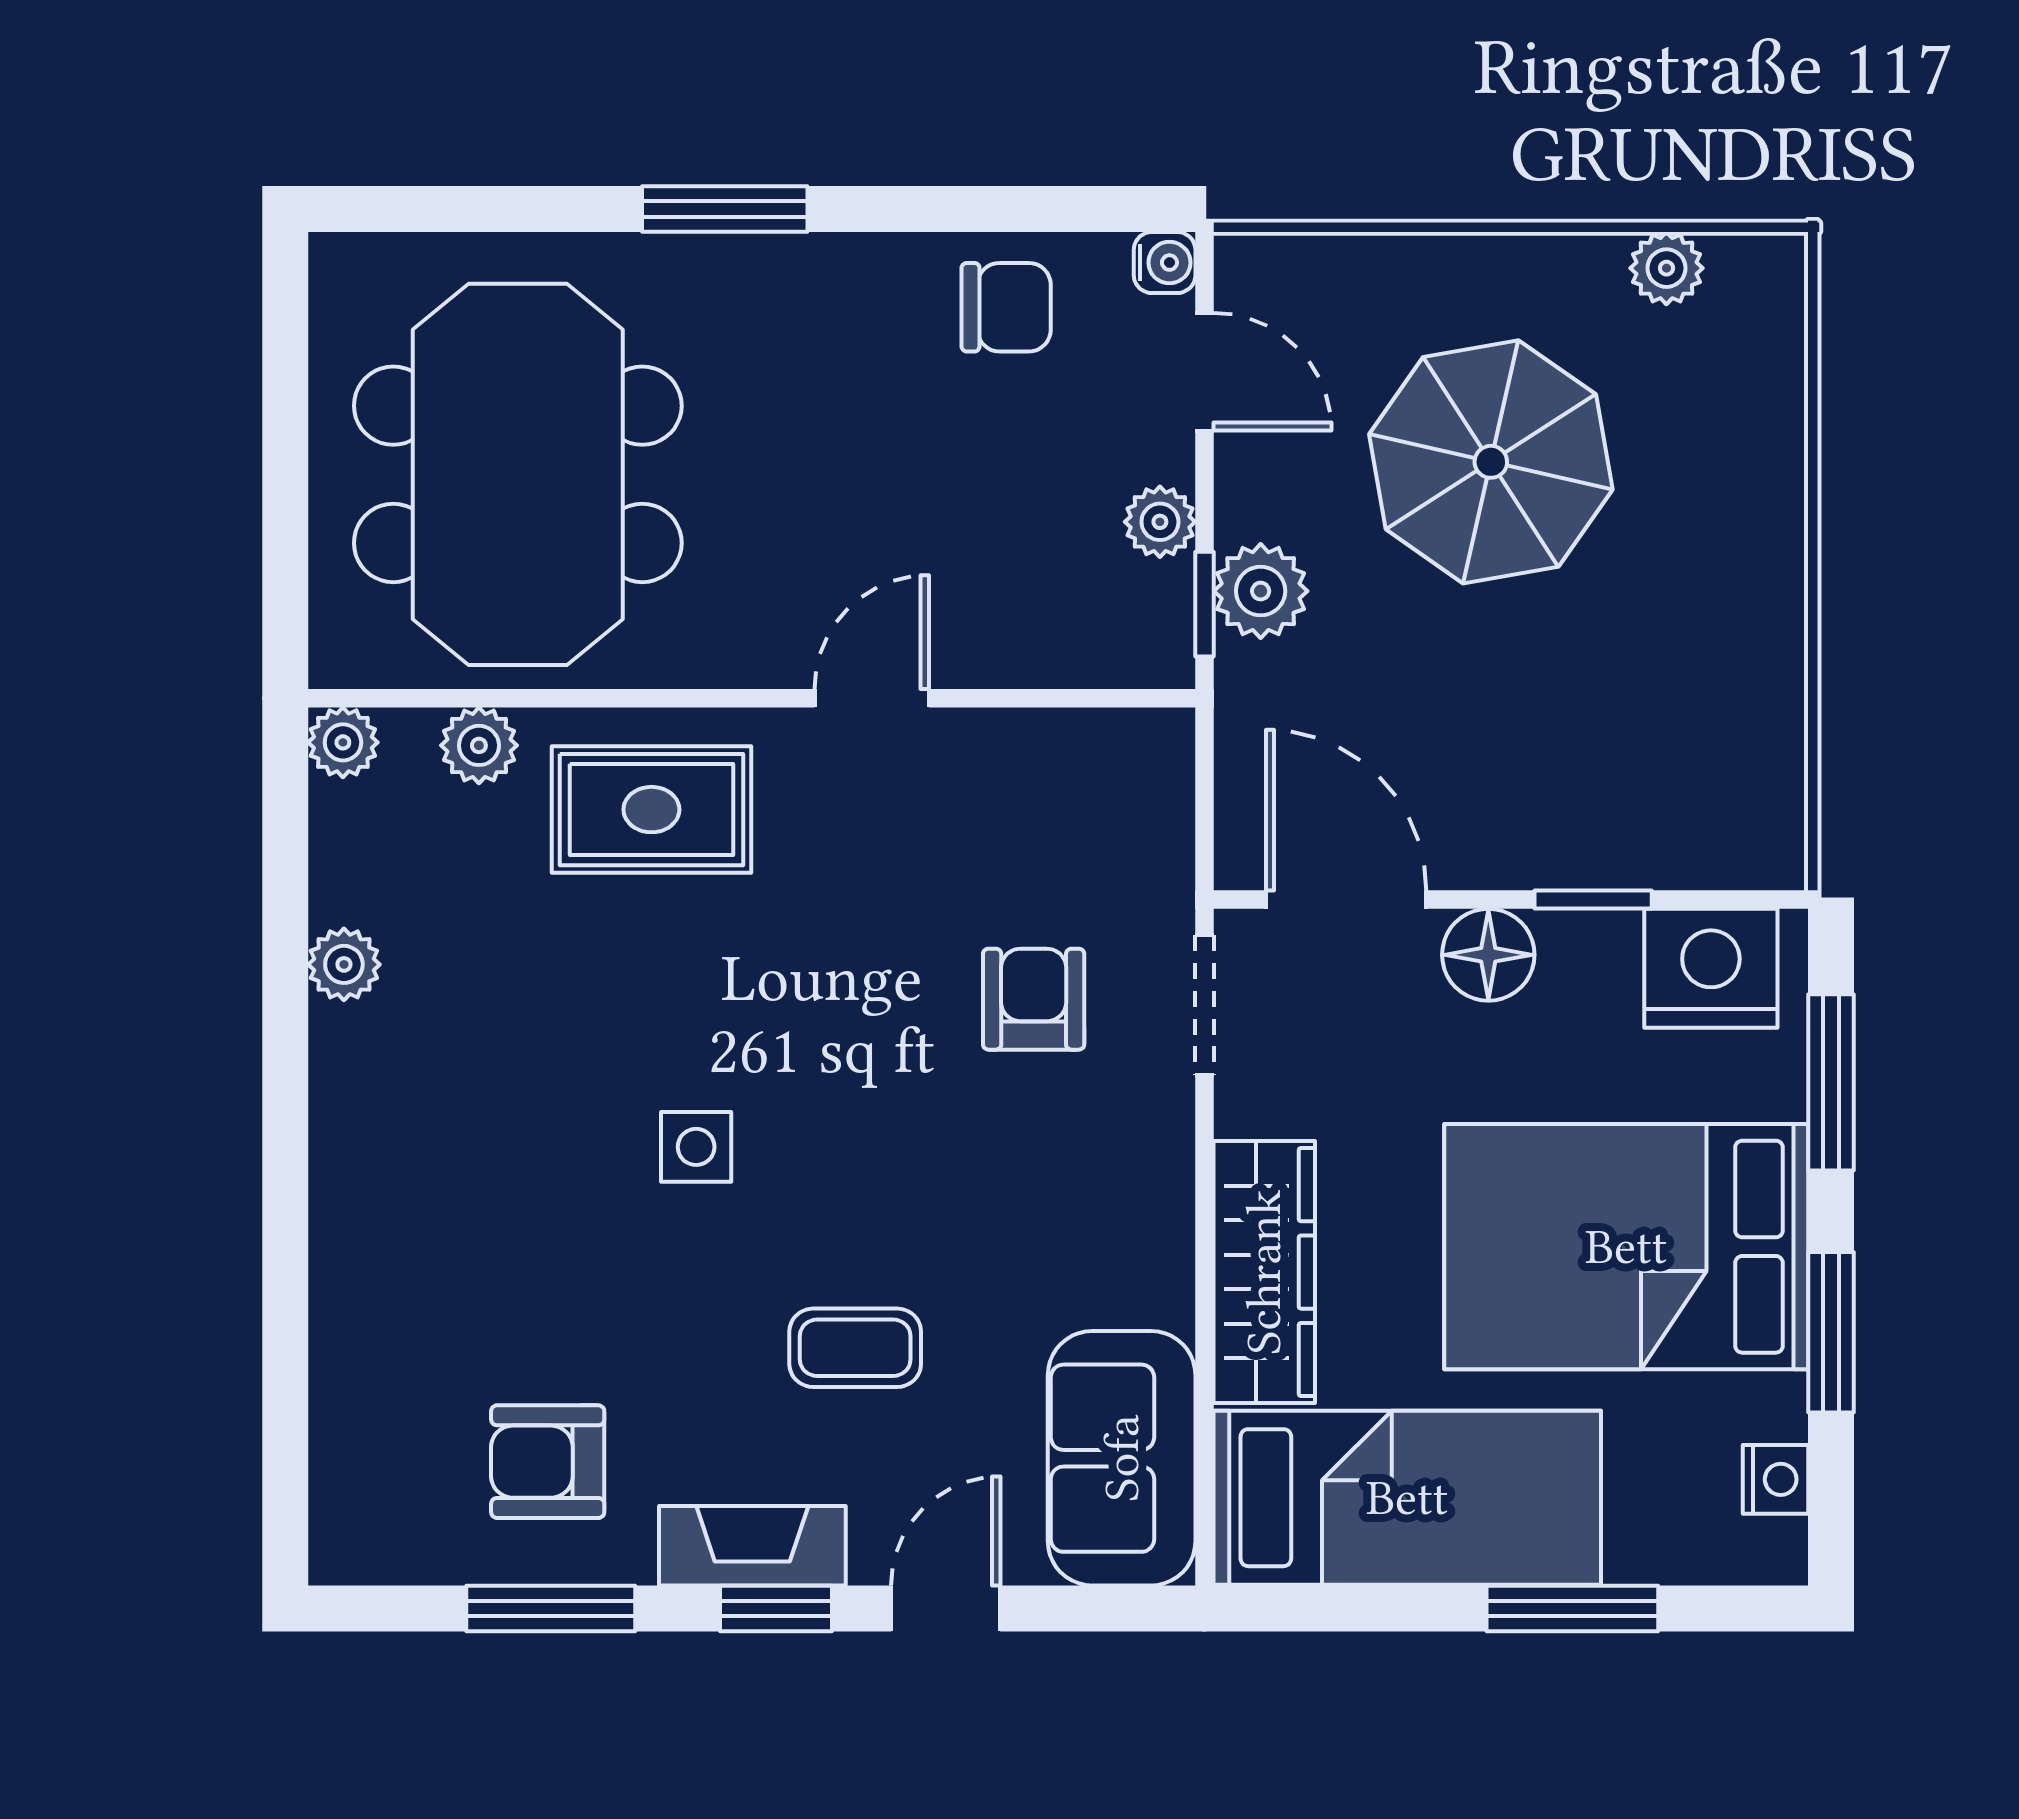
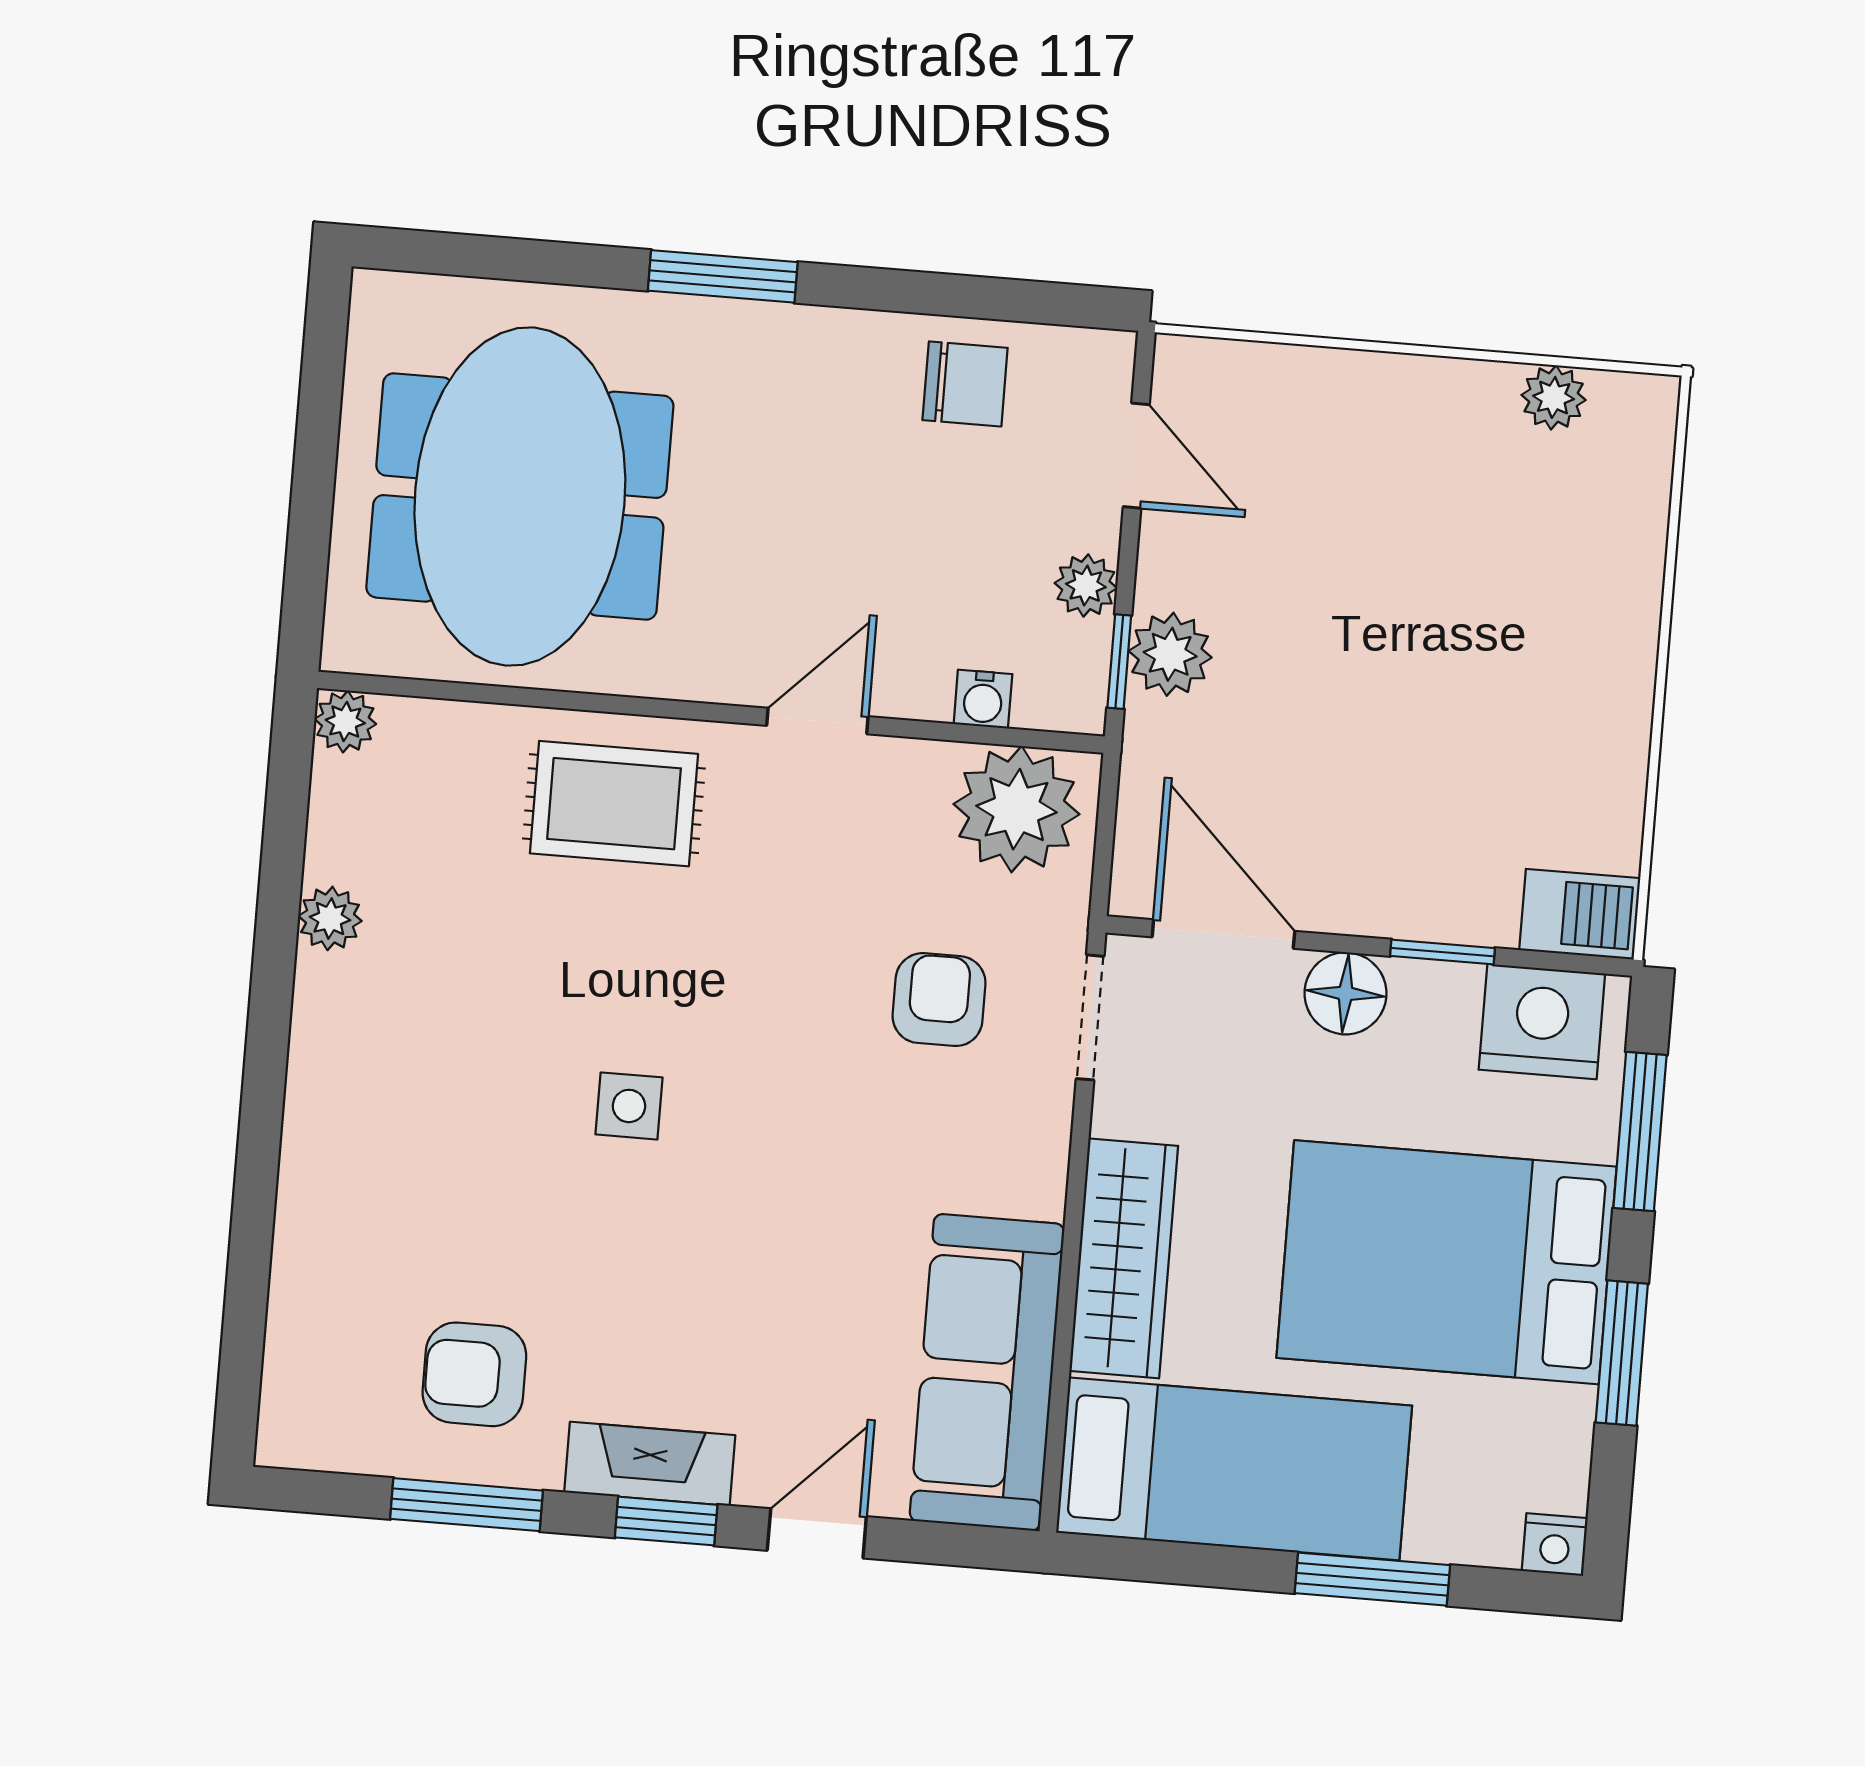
water cooler: (1165, 263) -> (983, 699), moved, turned 90
parasol: (1491, 462) -> (1384, 556), removed
plant: (479, 745) -> (1017, 809), moved, width x1.88, depth x1.88
barbecue: (1743, 844) -> (1580, 914), added
coffee table: (855, 1348) -> (755, 1296), removed
sofa: (1122, 1458) -> (987, 1372), width x1.36
nightstand: (1775, 1479) -> (1555, 1545), moved, turned 90

